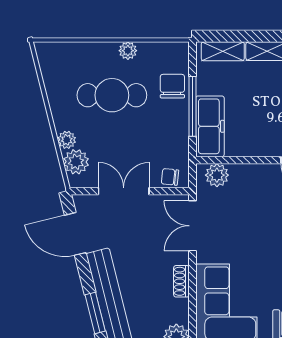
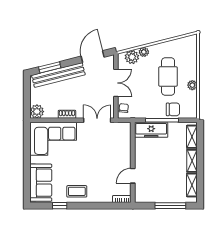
plant: (217, 175) -> (125, 134), removed

